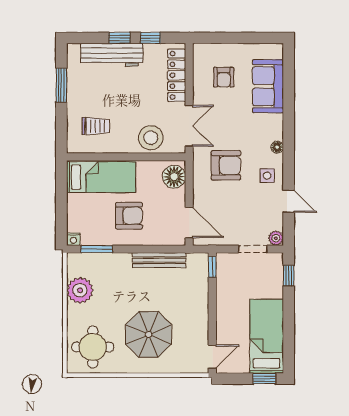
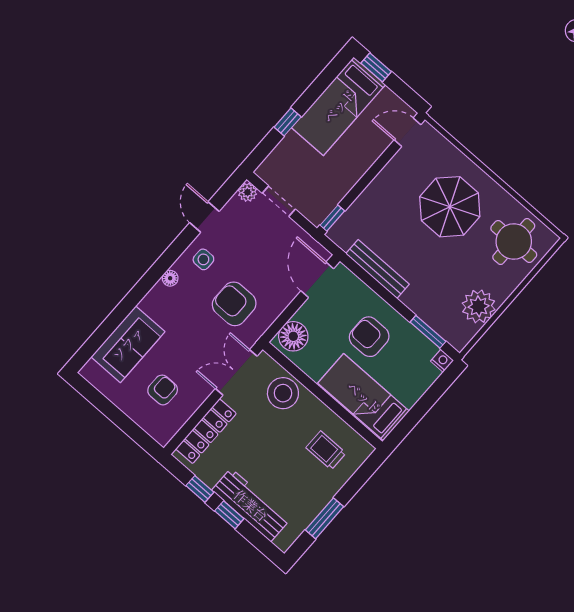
window: (289, 276) -> (288, 122), moved

